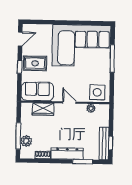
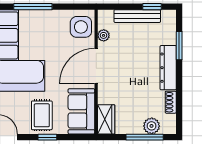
door: (69, 102) -> (96, 66), width x1.88
wardrobe: (43, 109) -> (106, 119), moved
bench: (104, 144) -> (137, 16), moved

